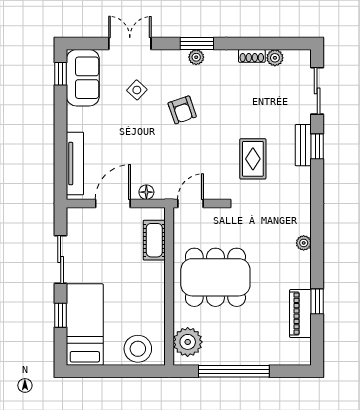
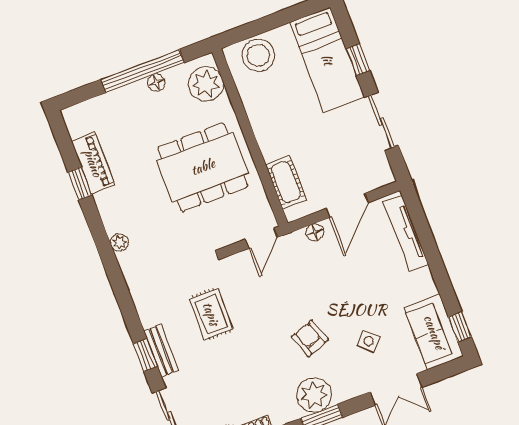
plant: (196, 57) -> (314, 395), width x1.87, depth x1.87
floor lamp: (226, 358) -> (156, 82), added

